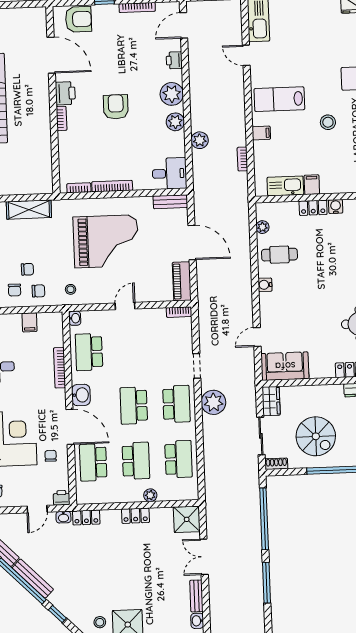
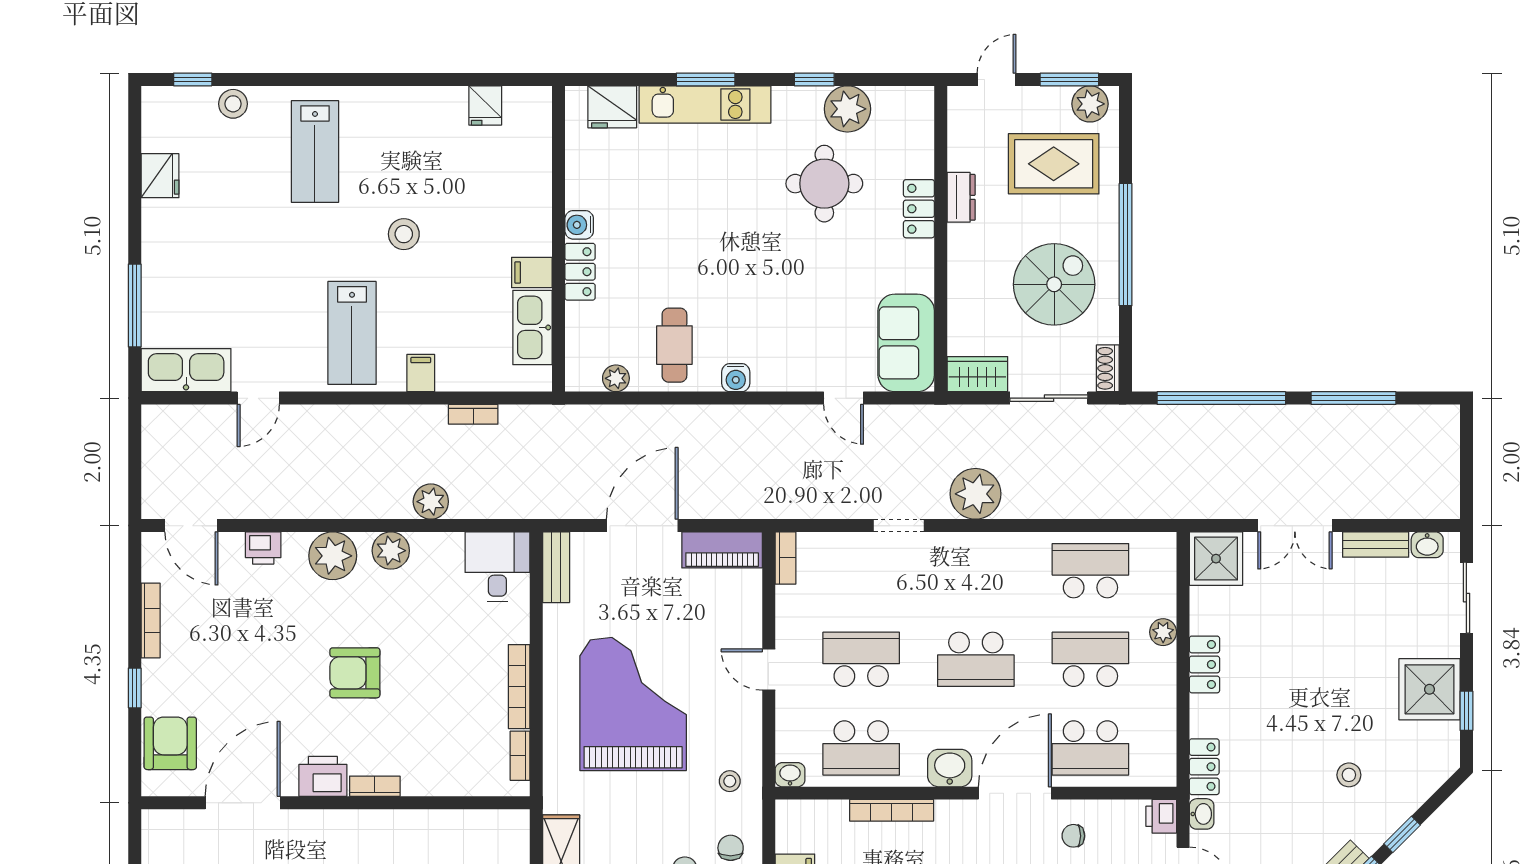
school desk: (176, 404) -> (861, 659), moved
stool: (100, 622) -> (1349, 775), moved

